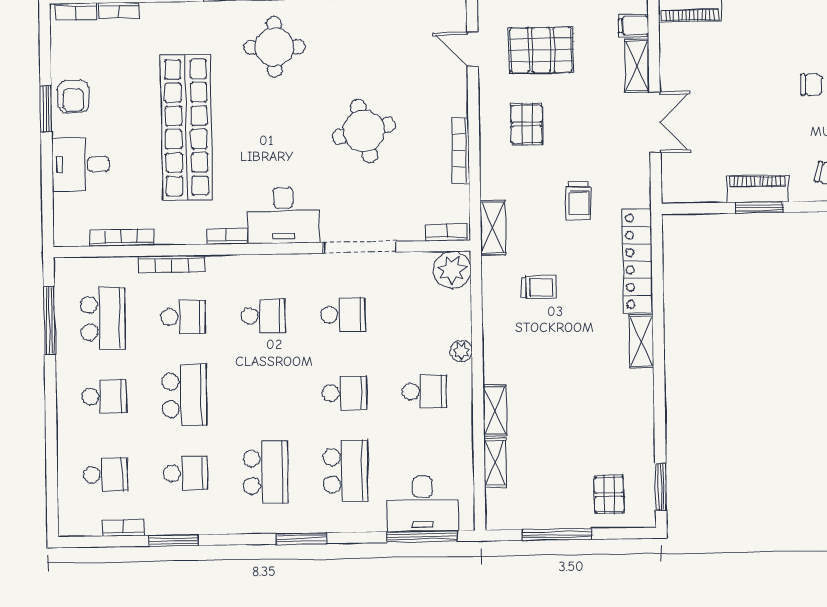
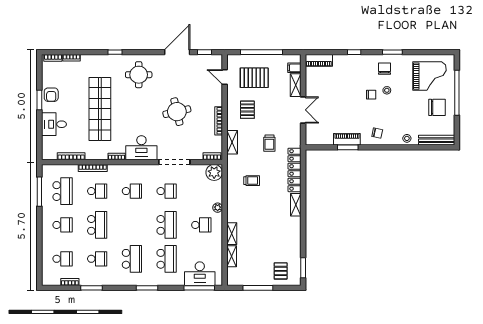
shelving: (493, 228) -> (232, 142), moved
school desk: (344, 393) -> (167, 225), width x1.85

